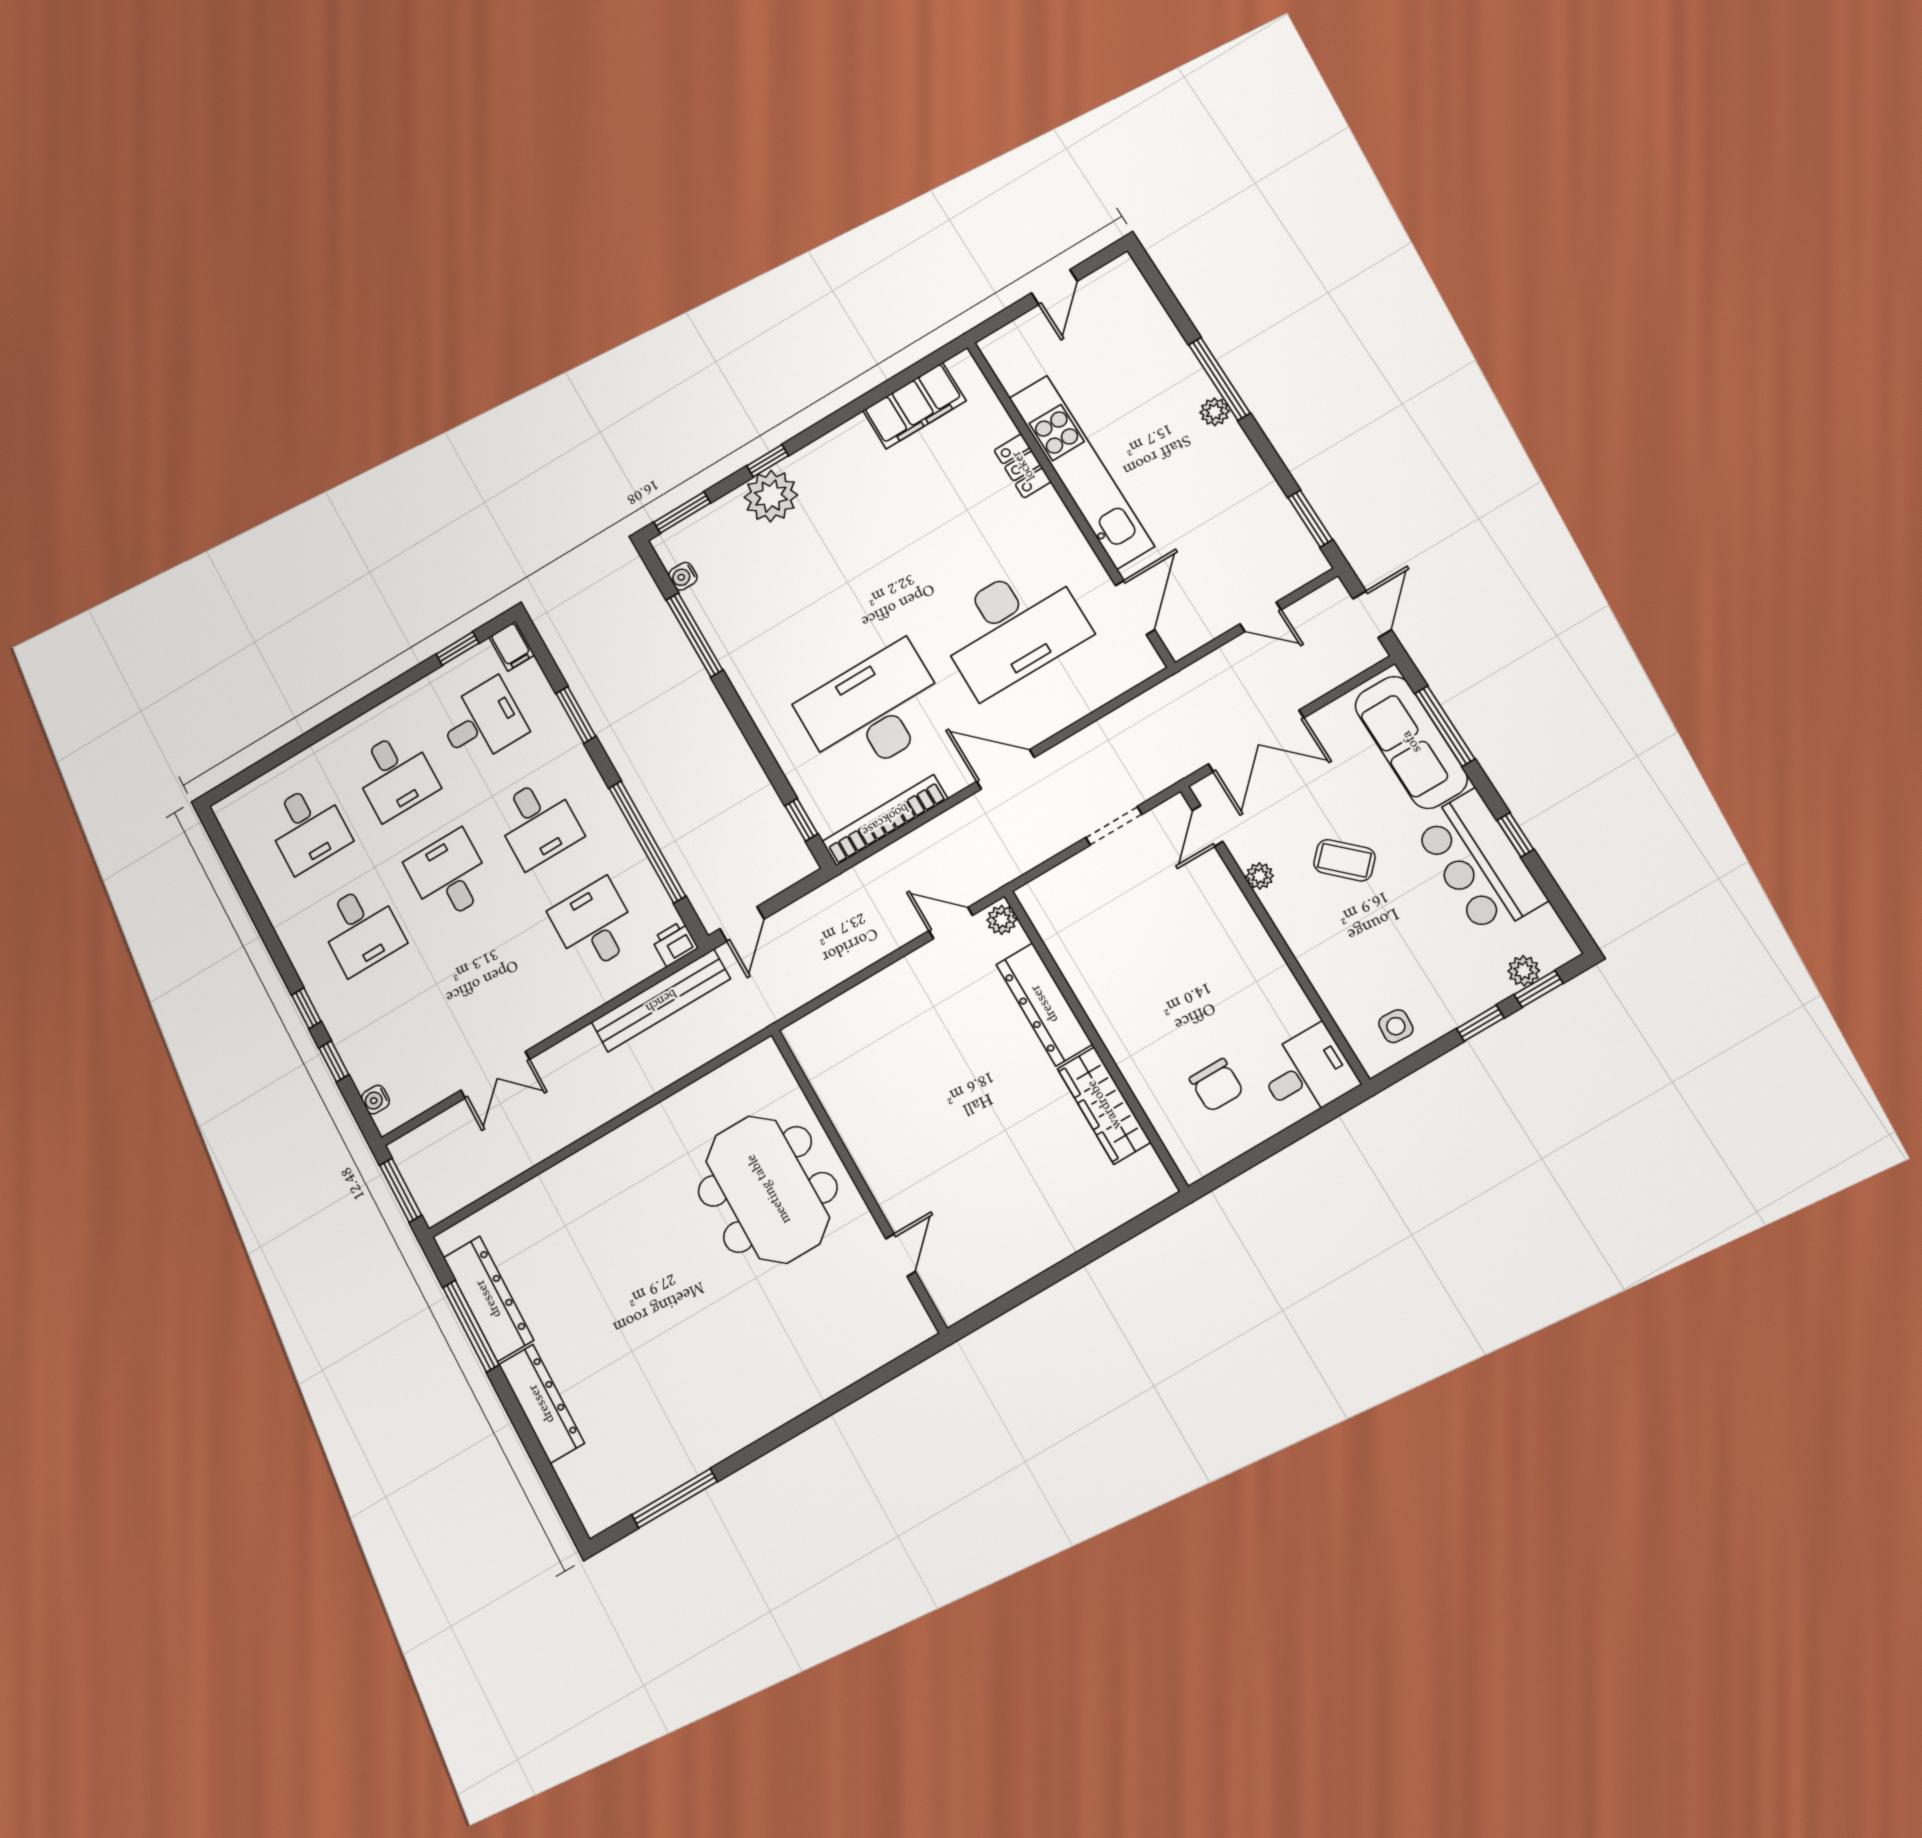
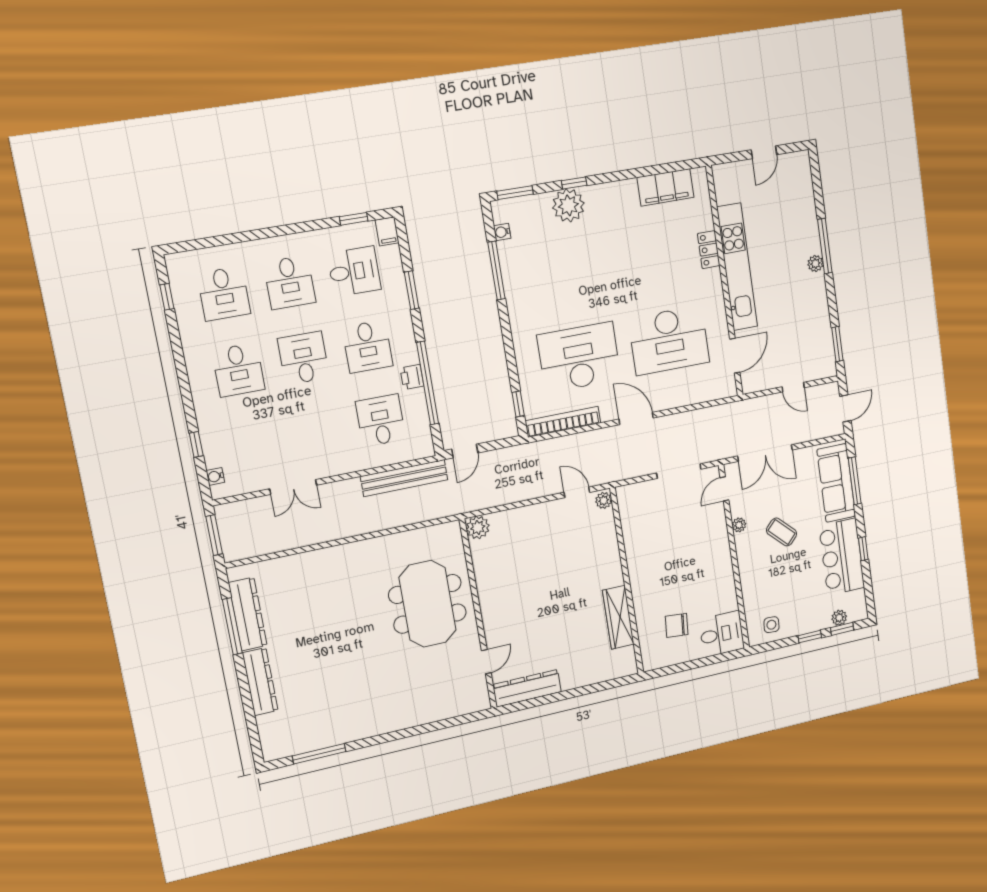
doorway: (1114, 826) -> (679, 471), width x1.38
printer: (675, 943) -> (412, 377), moved, turned -90
dresser: (1044, 1004) -> (527, 688), moved, turned 90
window: (306, 1008) -> (167, 297), moved
plant: (806, 1037) -> (478, 527), added
chair: (1217, 1085) -> (677, 625), turned 95

